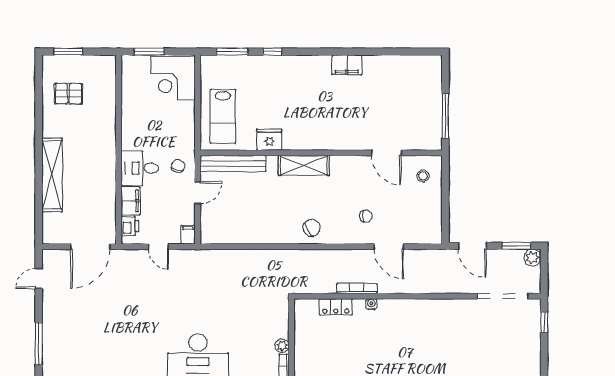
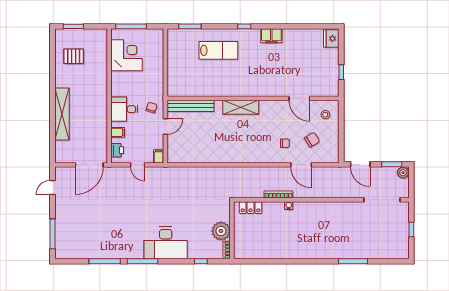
window: (149, 52) -> (131, 26), width x1.44
window: (273, 52) -> (244, 26), moved
corner desk: (173, 78) -> (127, 55), moved, turned 180
lab bench: (223, 116) -> (218, 50), moved, turned -90
window: (445, 116) -> (341, 72), width x0.46
fridge: (269, 140) -> (331, 38), moved, turned -90
filing cabinet: (130, 201) -> (118, 132), width x0.50
chair: (312, 228) -> (312, 140), moved
locker: (336, 307) -> (251, 208), moved
window: (544, 322) -> (411, 229), moved
plant: (282, 346) -> (221, 231), width x1.88, depth x1.88

